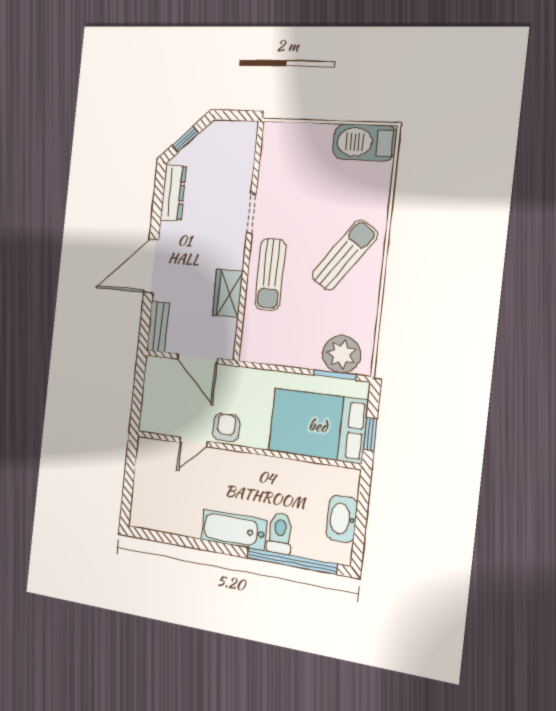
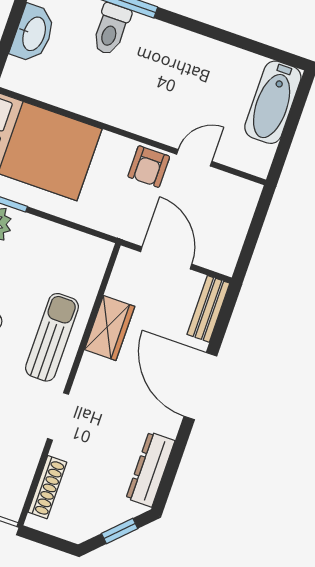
shoe rack: (247, 156) -> (47, 487), added
door: (151, 266) -> (200, 386), swing flipped
bathtub: (234, 530) -> (273, 102), moved, turned 90

